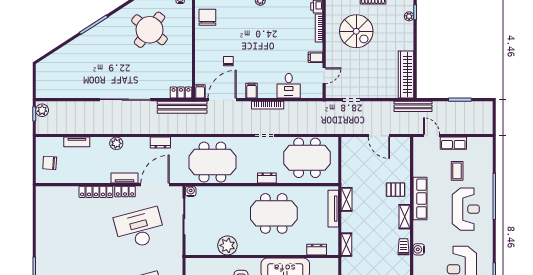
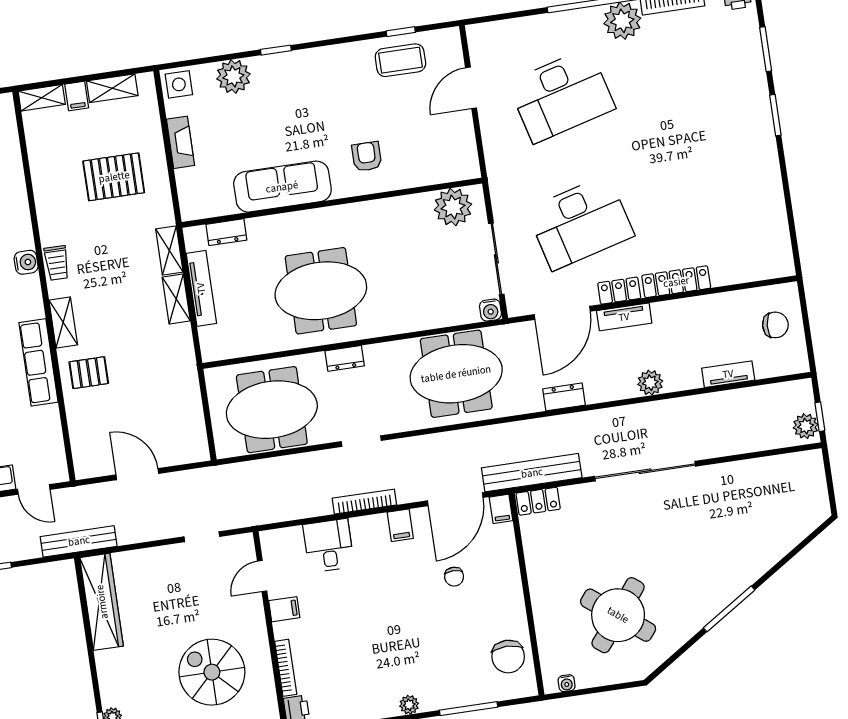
shelving: (347, 199) -> (176, 299), moved
tv unit: (333, 209) -> (201, 288), moved
plant: (227, 245) -> (453, 207), moved

